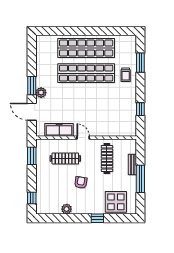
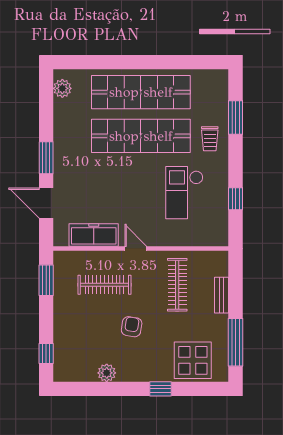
plant: (41, 93) -> (62, 88), moved
checkout: (111, 106) -> (184, 193), added
window: (140, 179) -> (236, 342), moved

